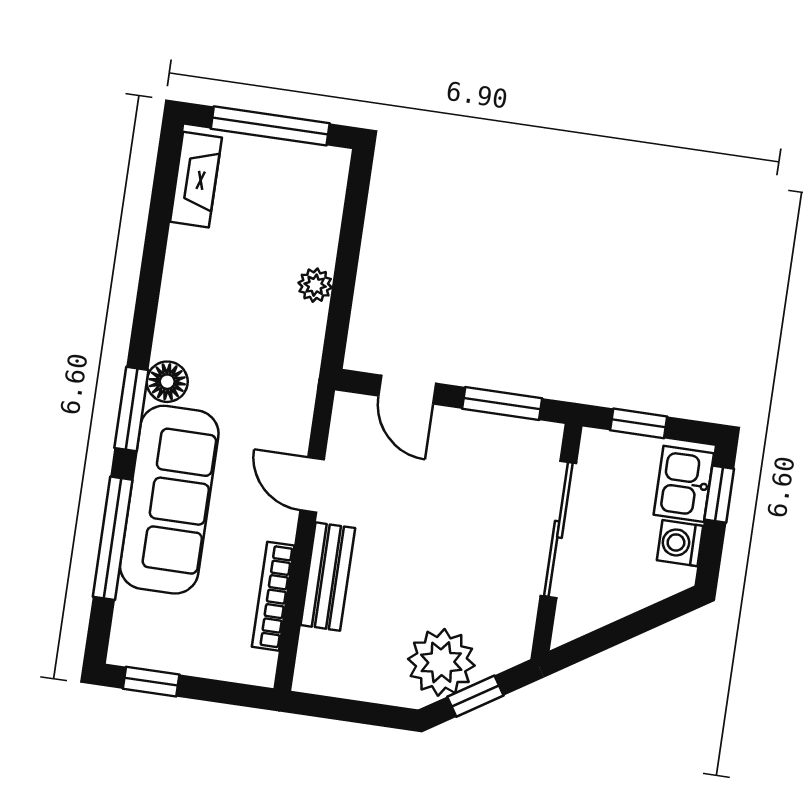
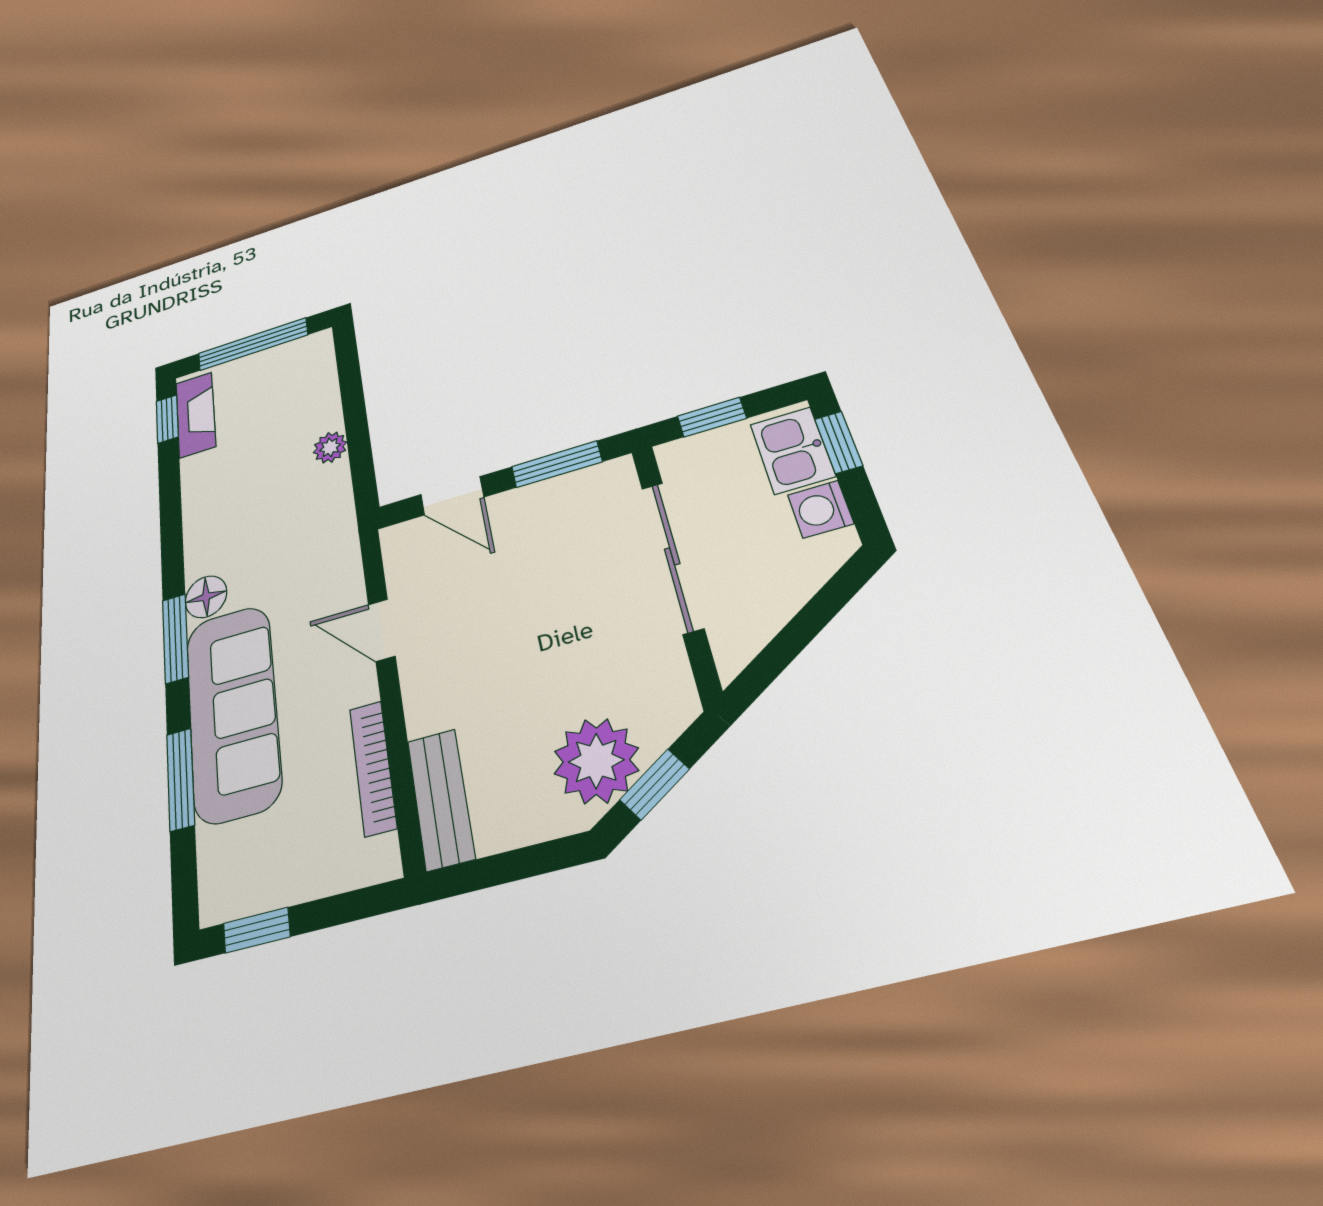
window: (166, 169) -> (167, 419), added
window: (113, 538) -> (181, 779), width x0.69
bench: (328, 577) -> (441, 799), moved

